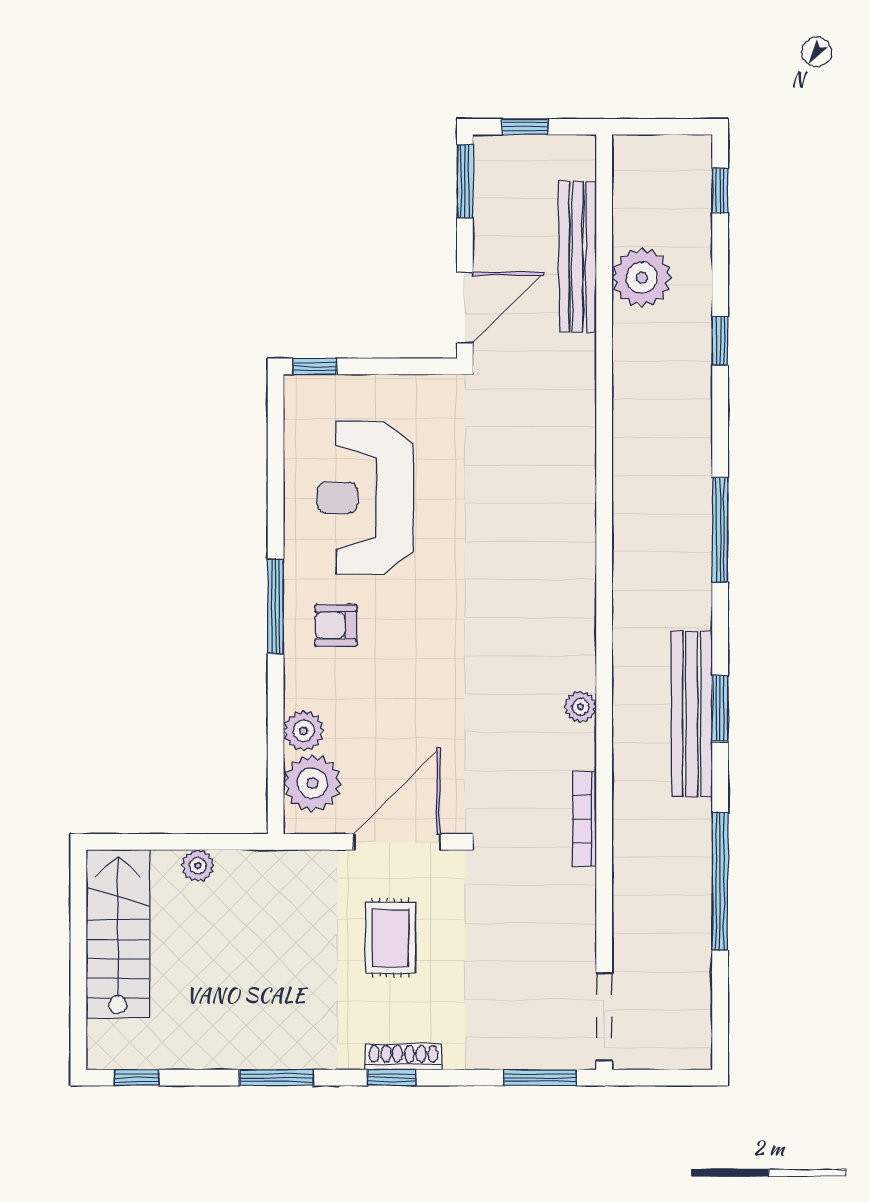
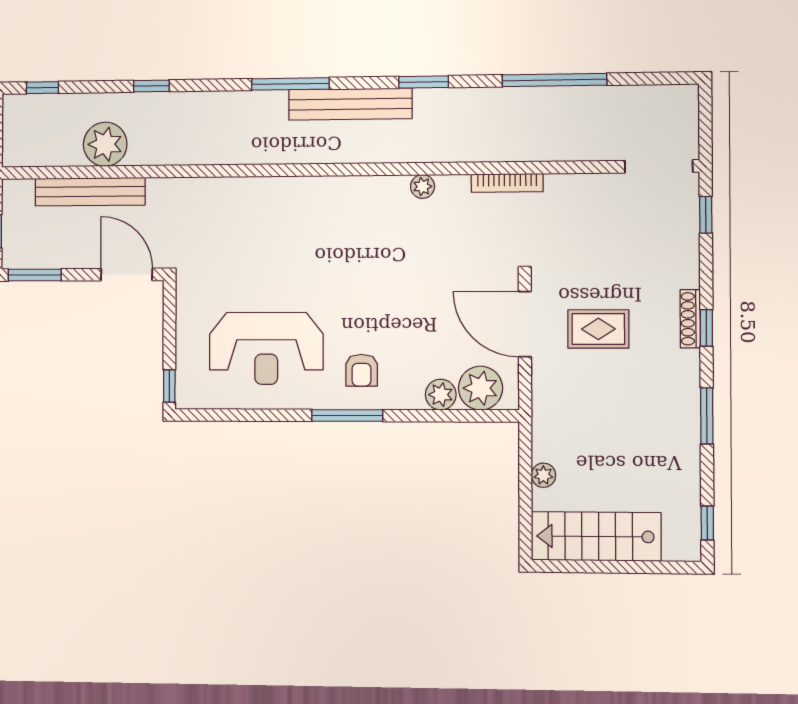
bench: (692, 714) -> (350, 104), moved
window: (540, 1078) -> (706, 215), width x0.67

